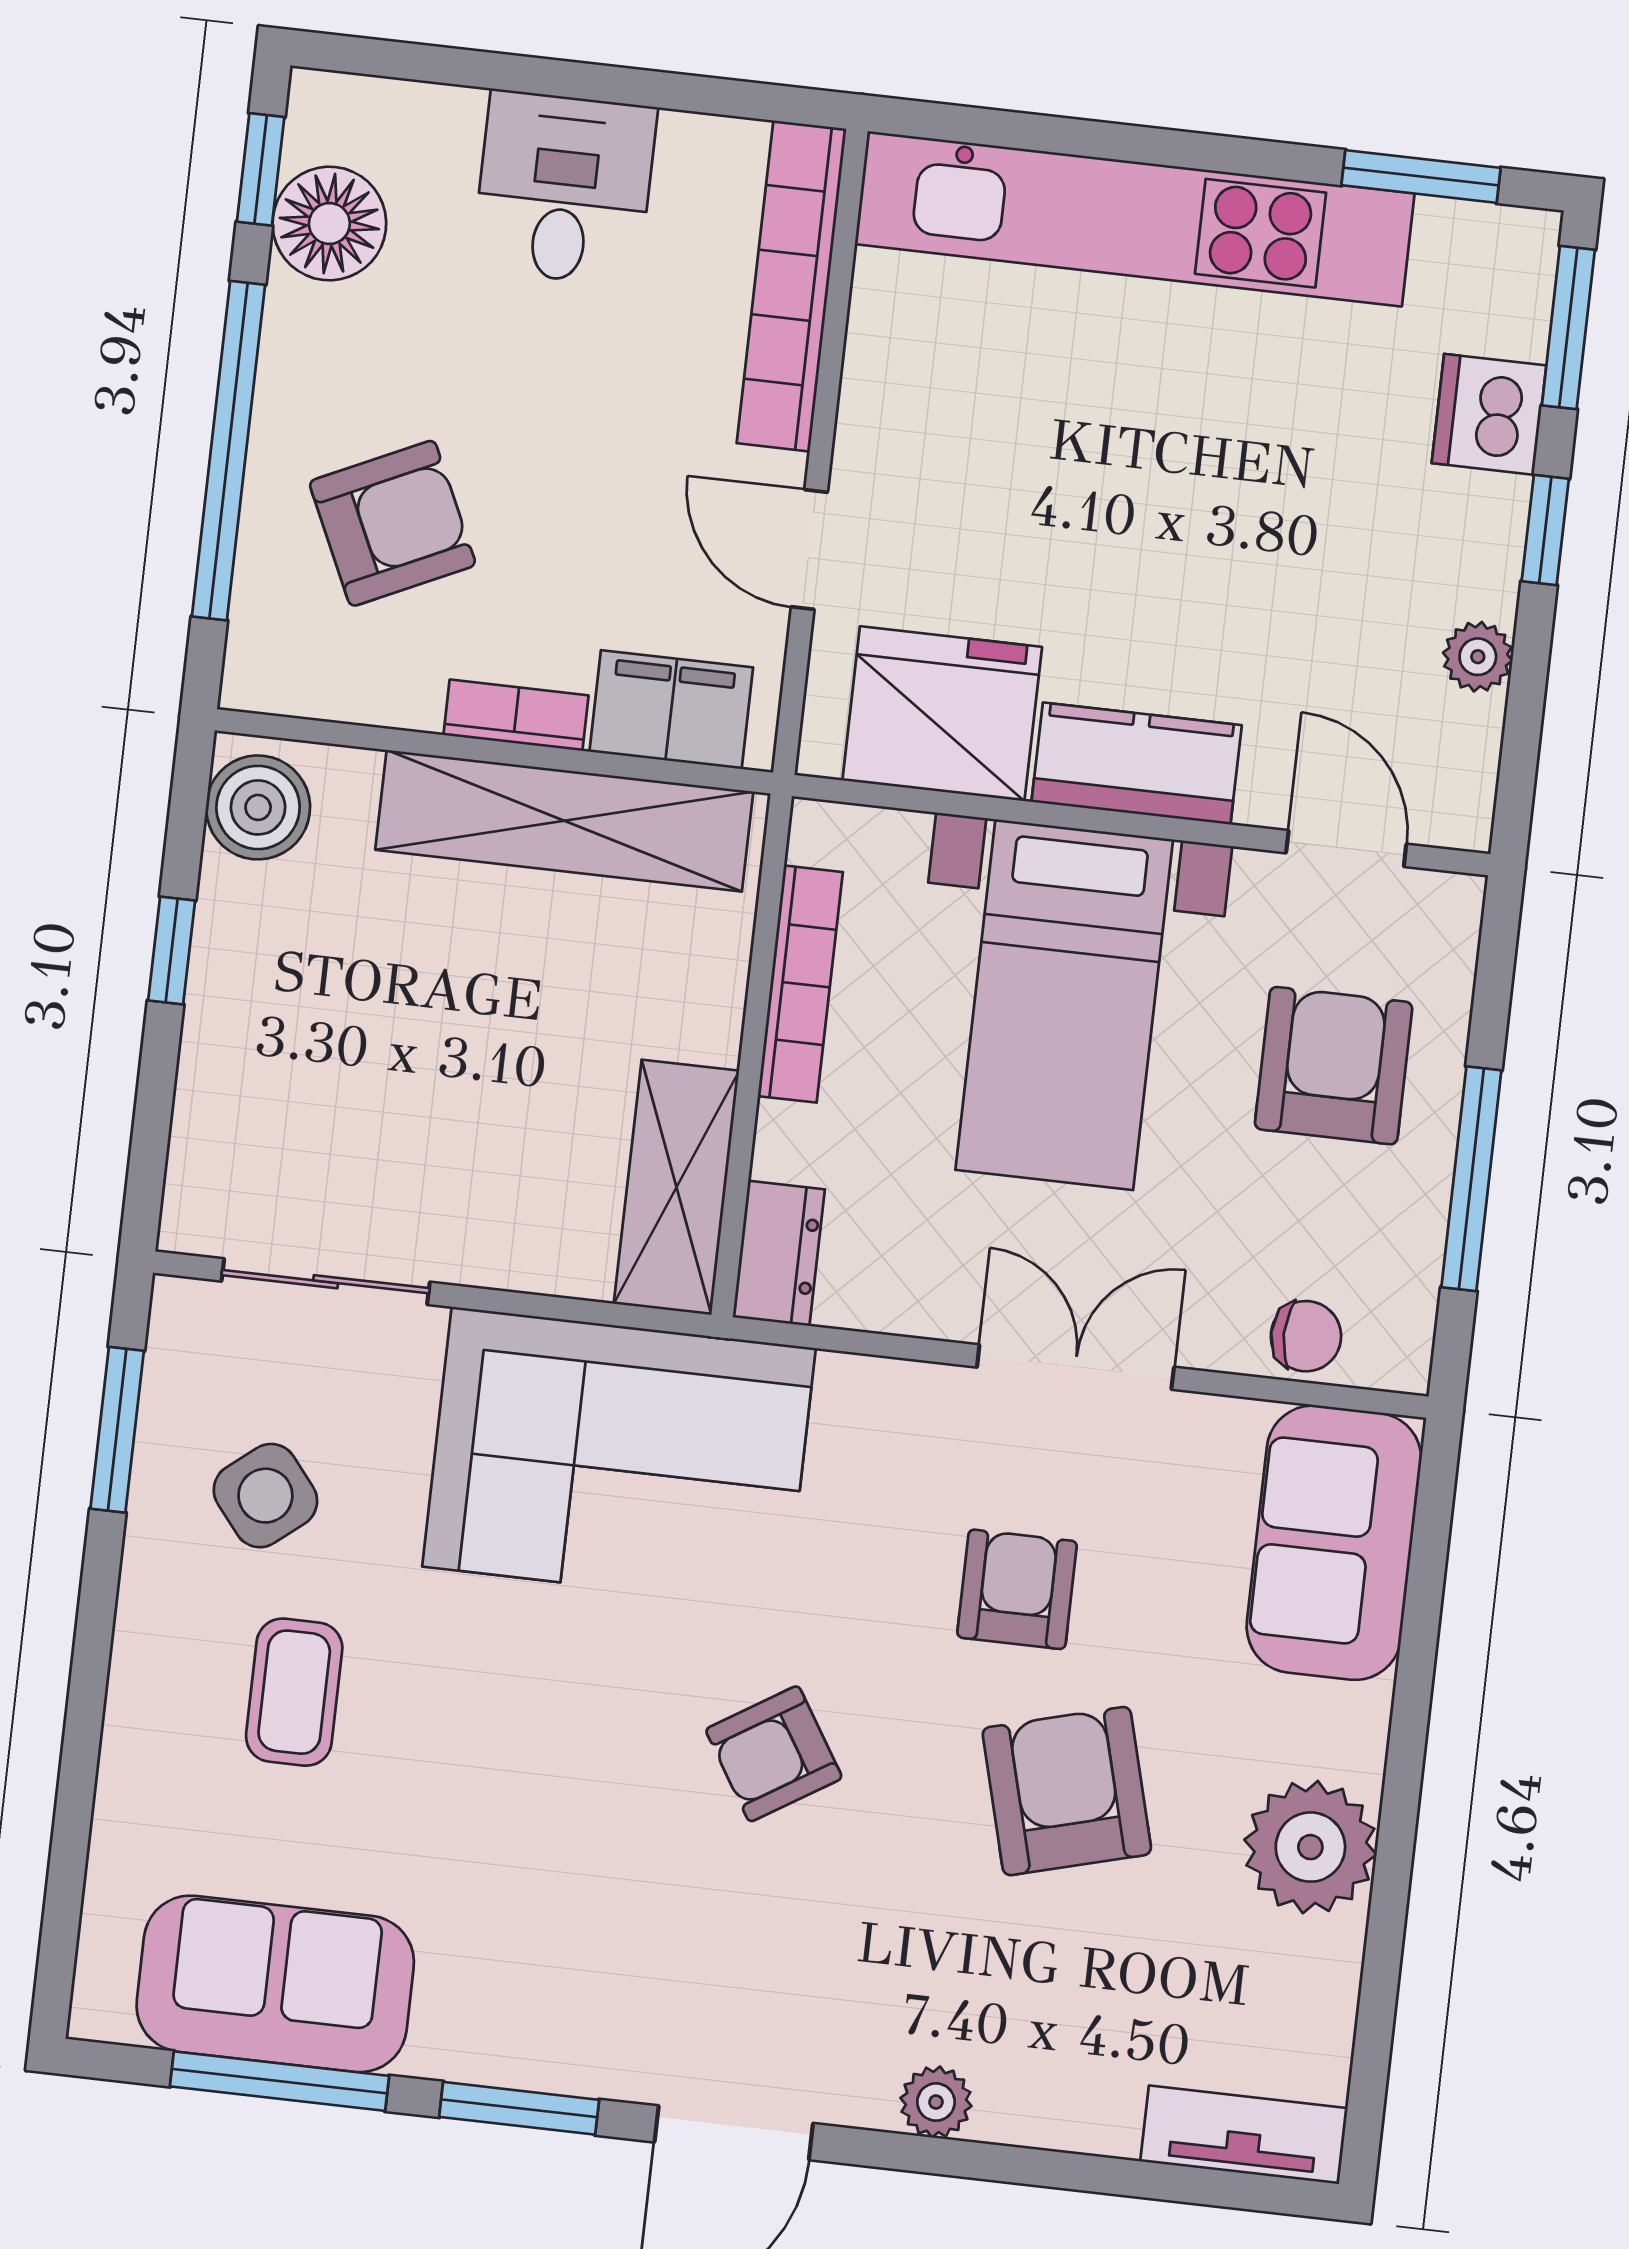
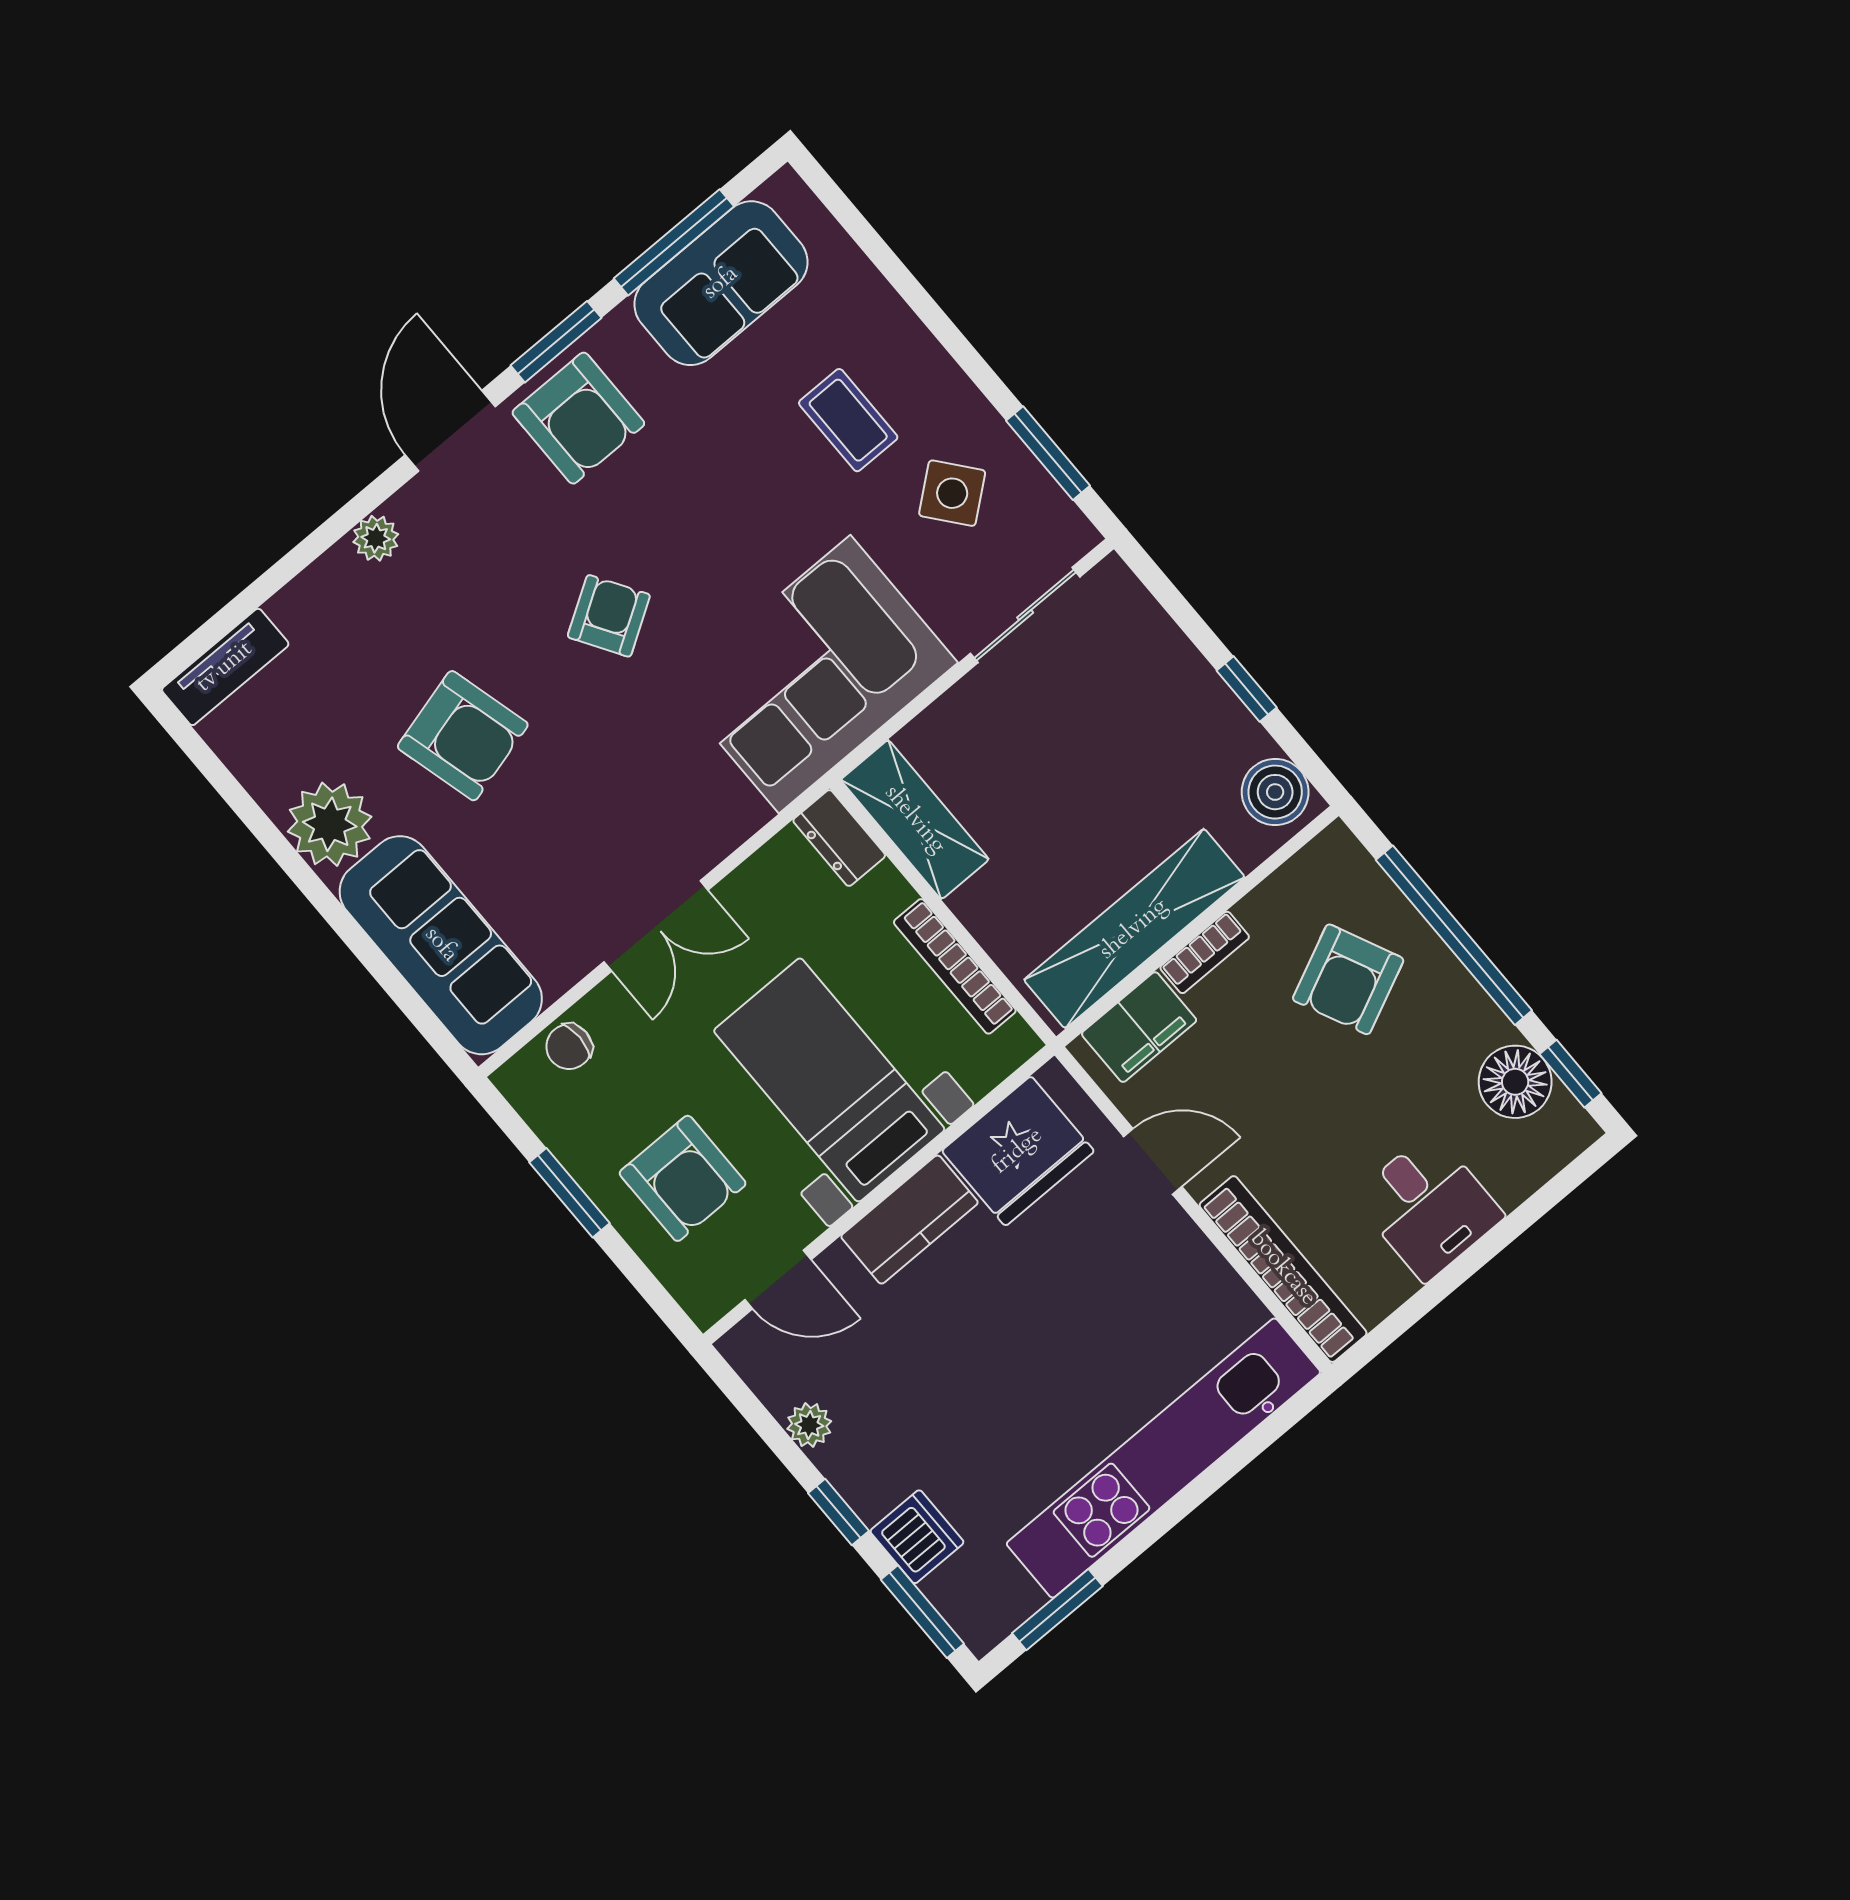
window: (1471, 1179) -> (570, 1193), width x0.69
sofa: (1334, 1543) -> (441, 945), width x1.36
armchair: (1017, 1589) -> (578, 418), moved, width x1.38, depth x1.38

